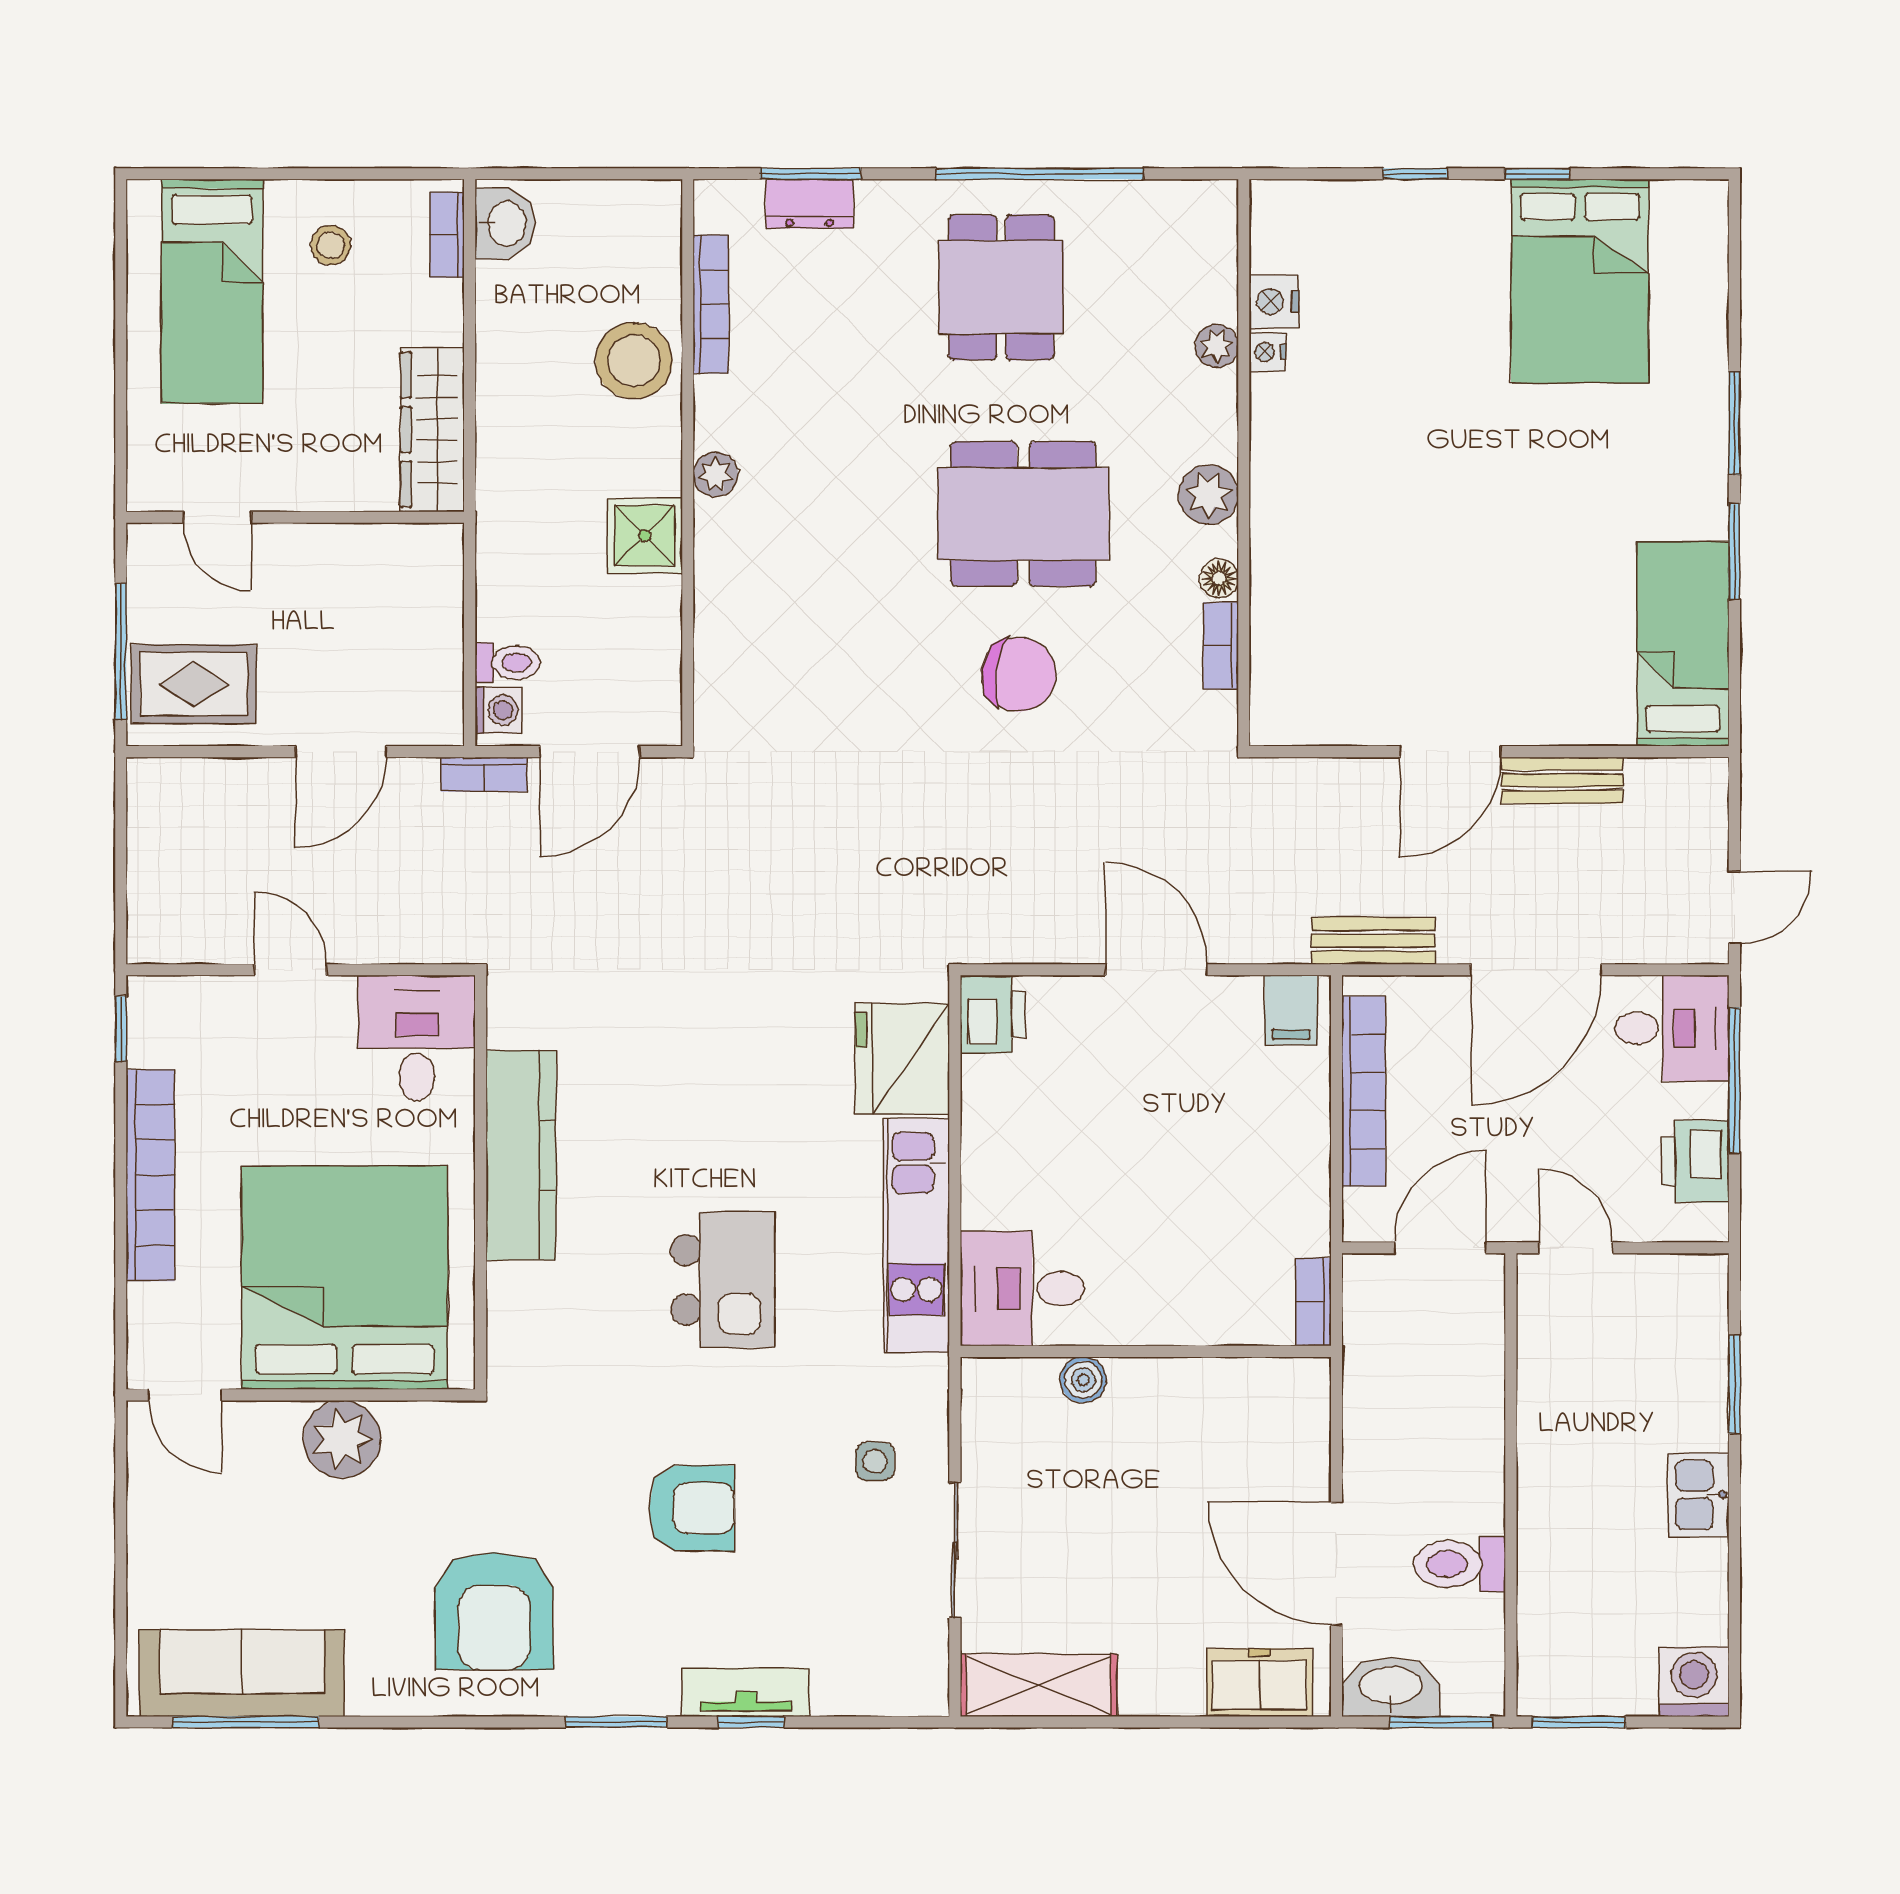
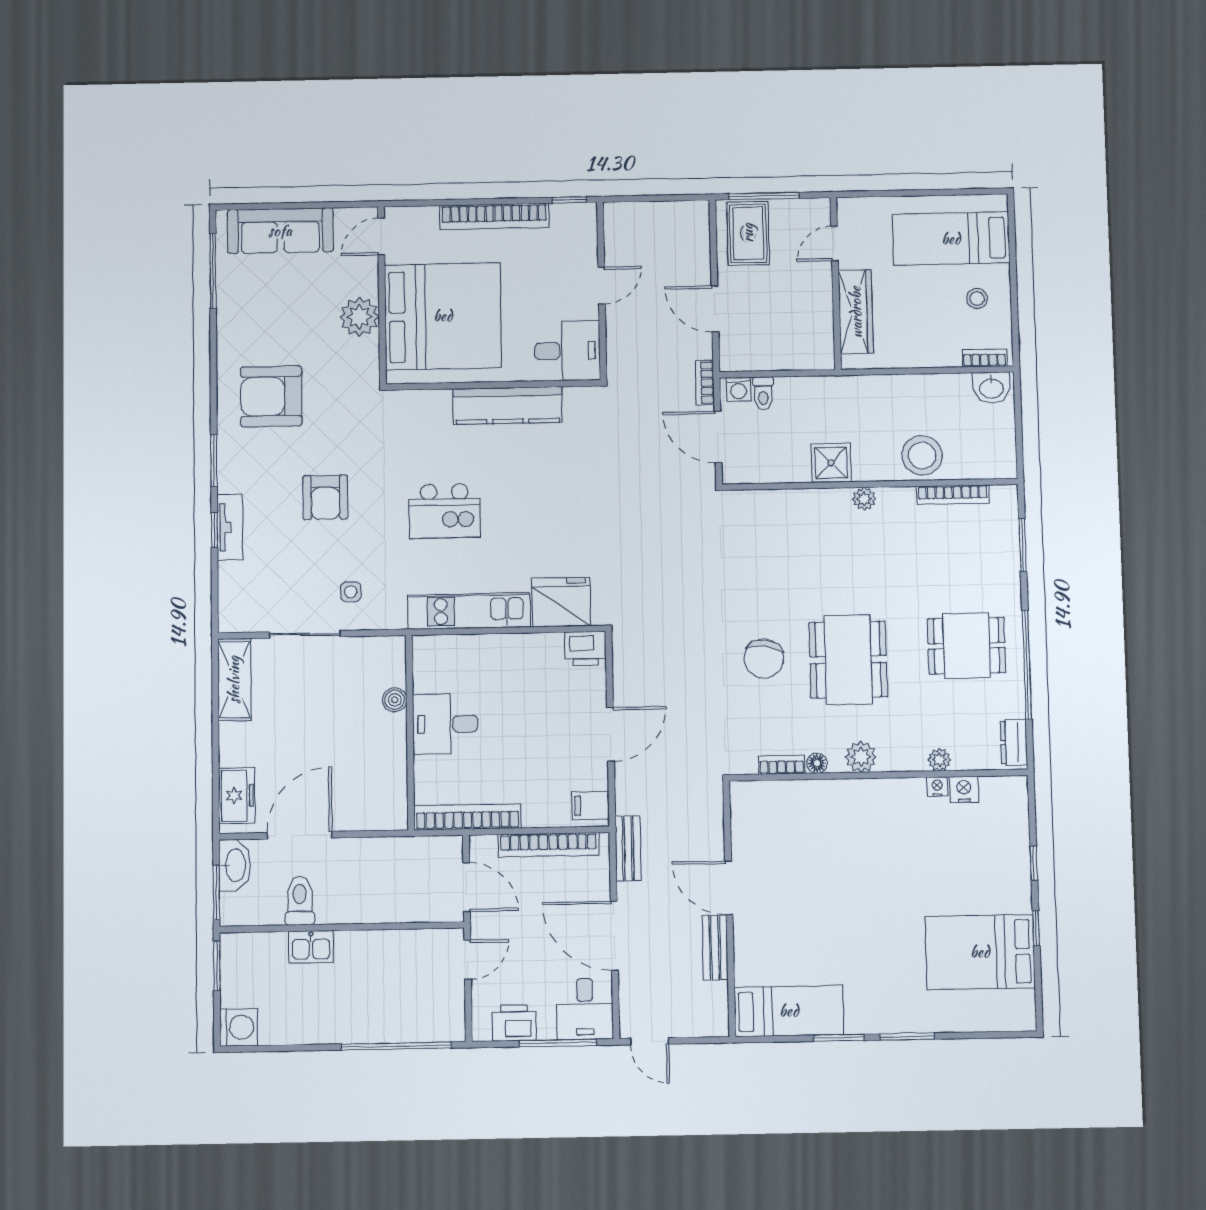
dresser: (809, 204) -> (1014, 742), moved
wardrobe: (433, 430) -> (856, 312), moved, turned 90
desk: (1022, 1289) -> (445, 724), moved, turned -90
bookcase: (1313, 1302) -> (467, 817), width x2.31, depth x1.31
window: (1734, 1384) -> (396, 1046), width x2.11
kitchen sink: (1699, 1495) -> (311, 947), moved, turned 180
sofa: (242, 1673) -> (280, 231), moved, turned 90

